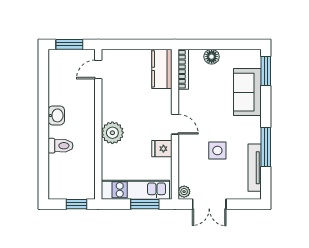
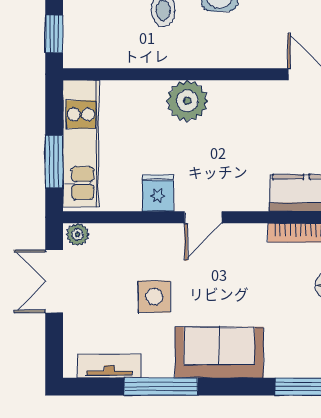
sofa: (247, 92) -> (219, 352), moved
tv unit: (255, 168) -> (109, 366), width x0.71

